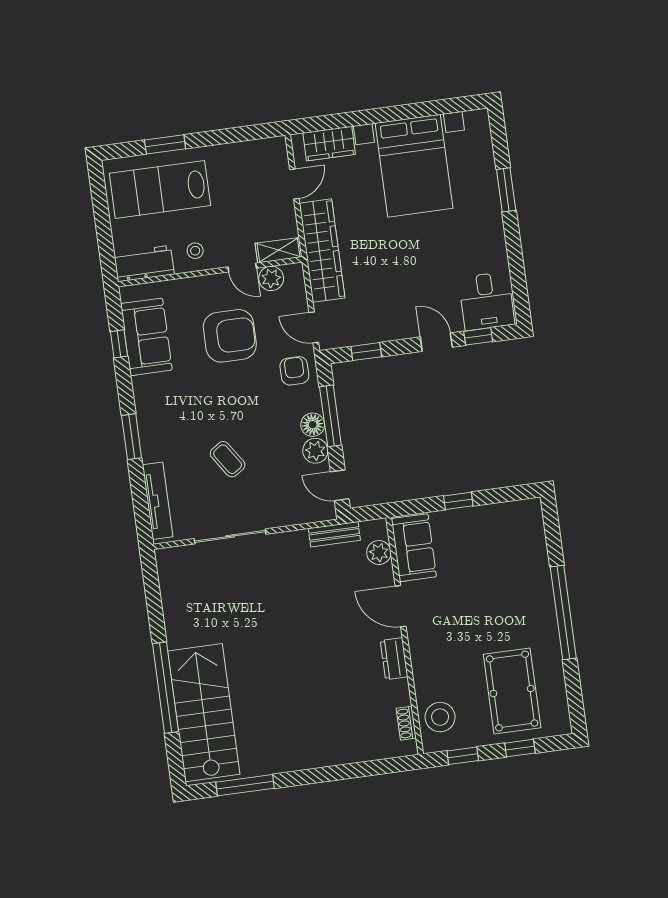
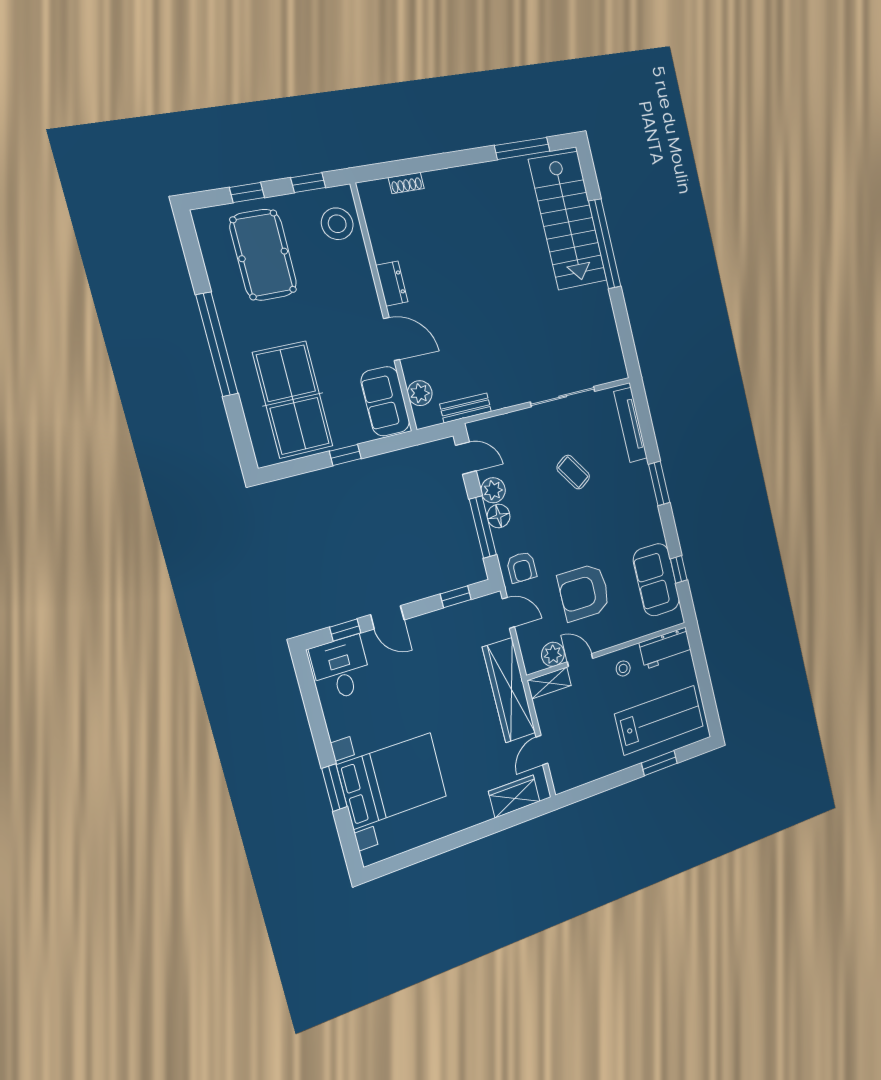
bed with nightstands: (414, 166) -> (392, 781), moved, turned 90
table tennis table: (501, 557) -> (293, 400), added
shoe rack: (406, 723) -> (406, 183), moved, turned 90

